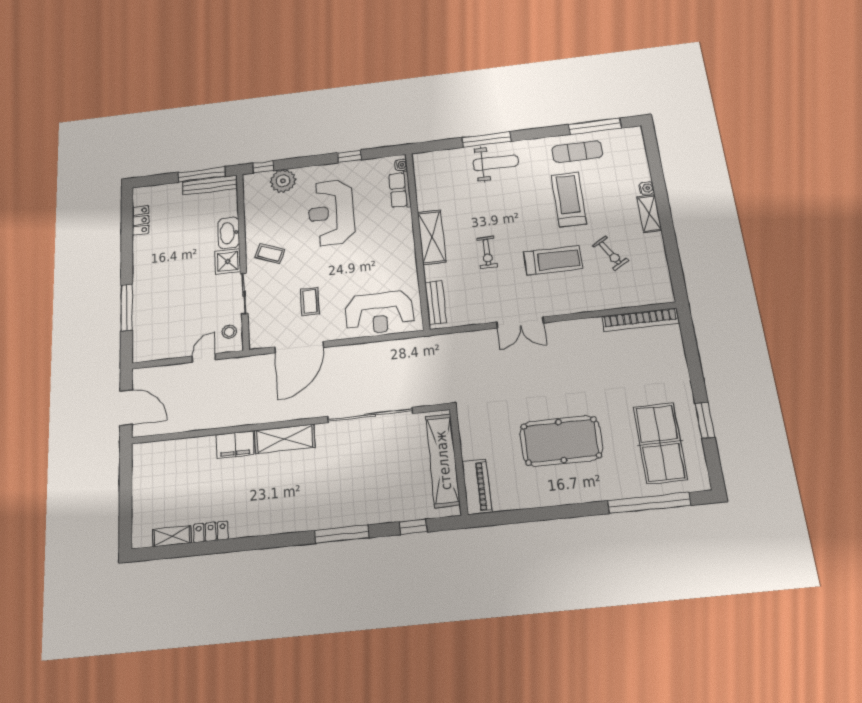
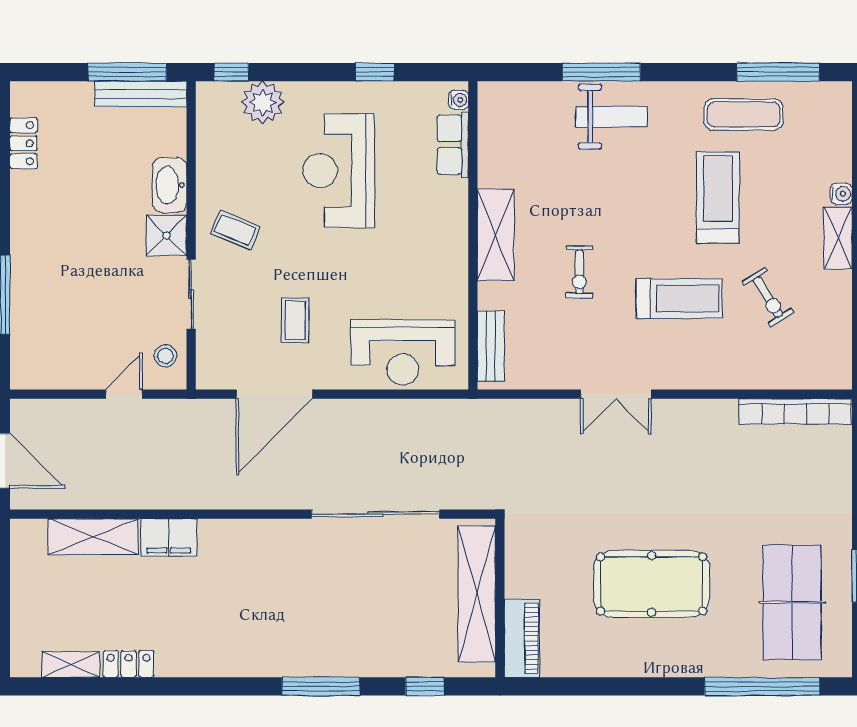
shelving: (285, 439) -> (93, 537), moved

